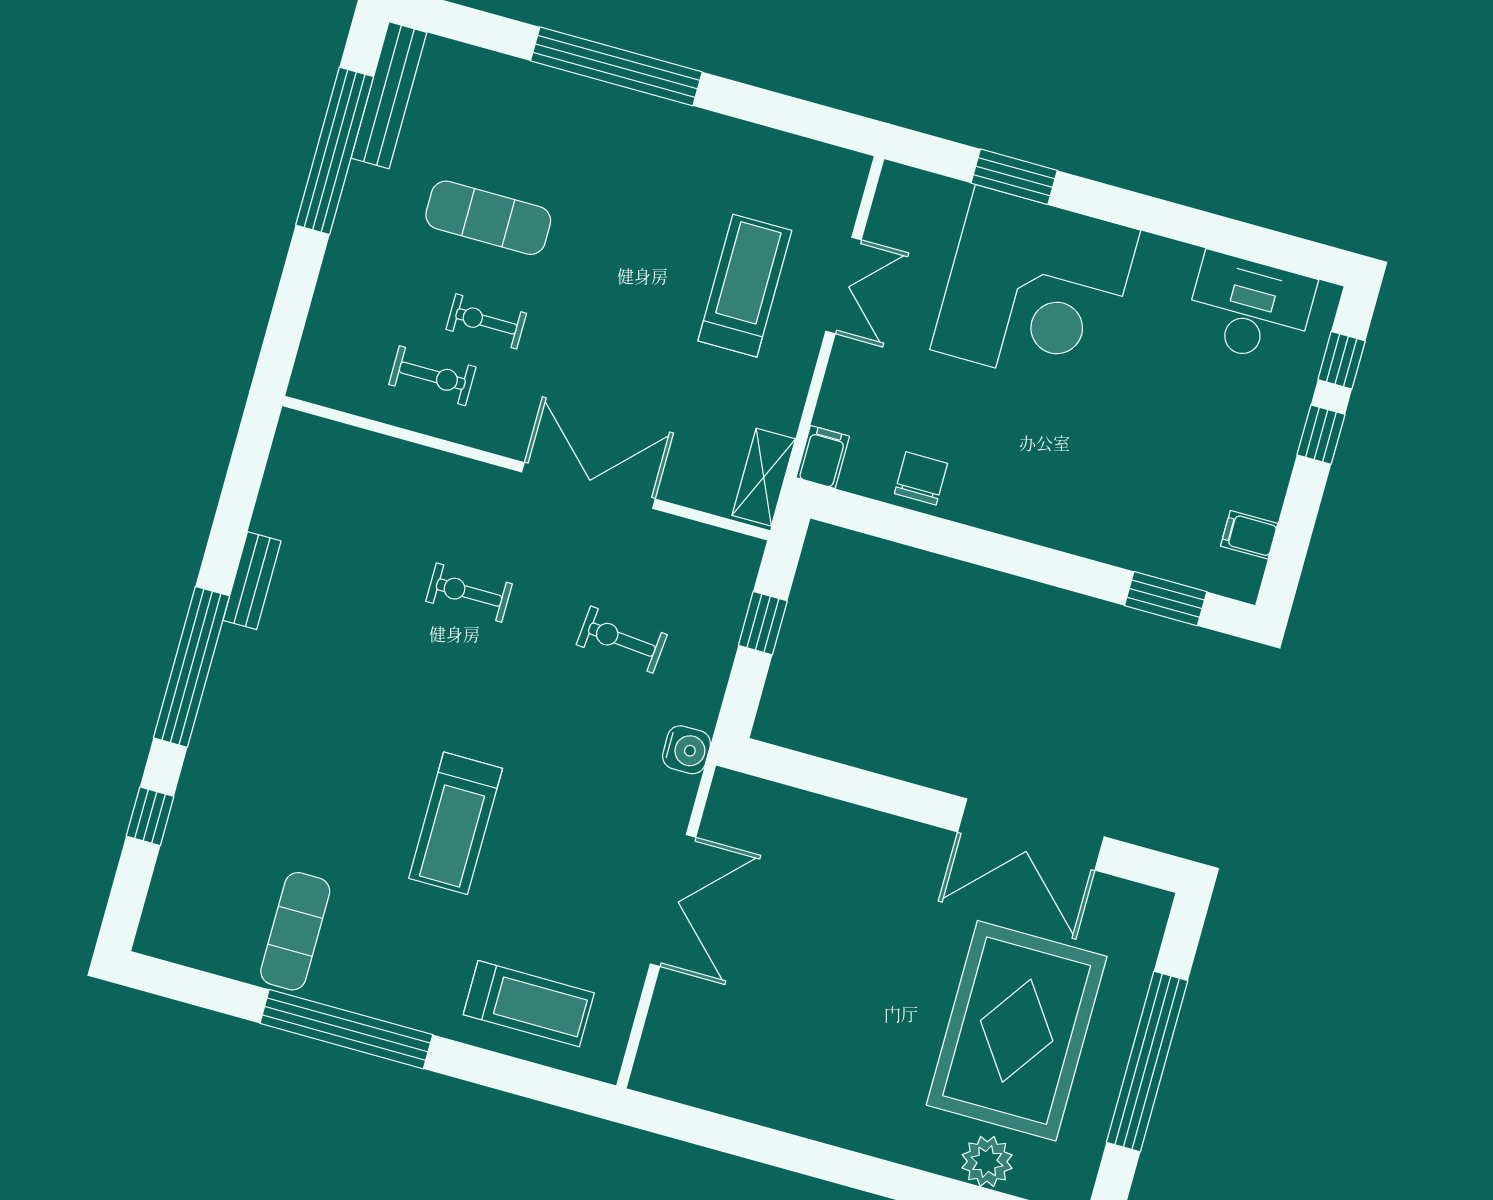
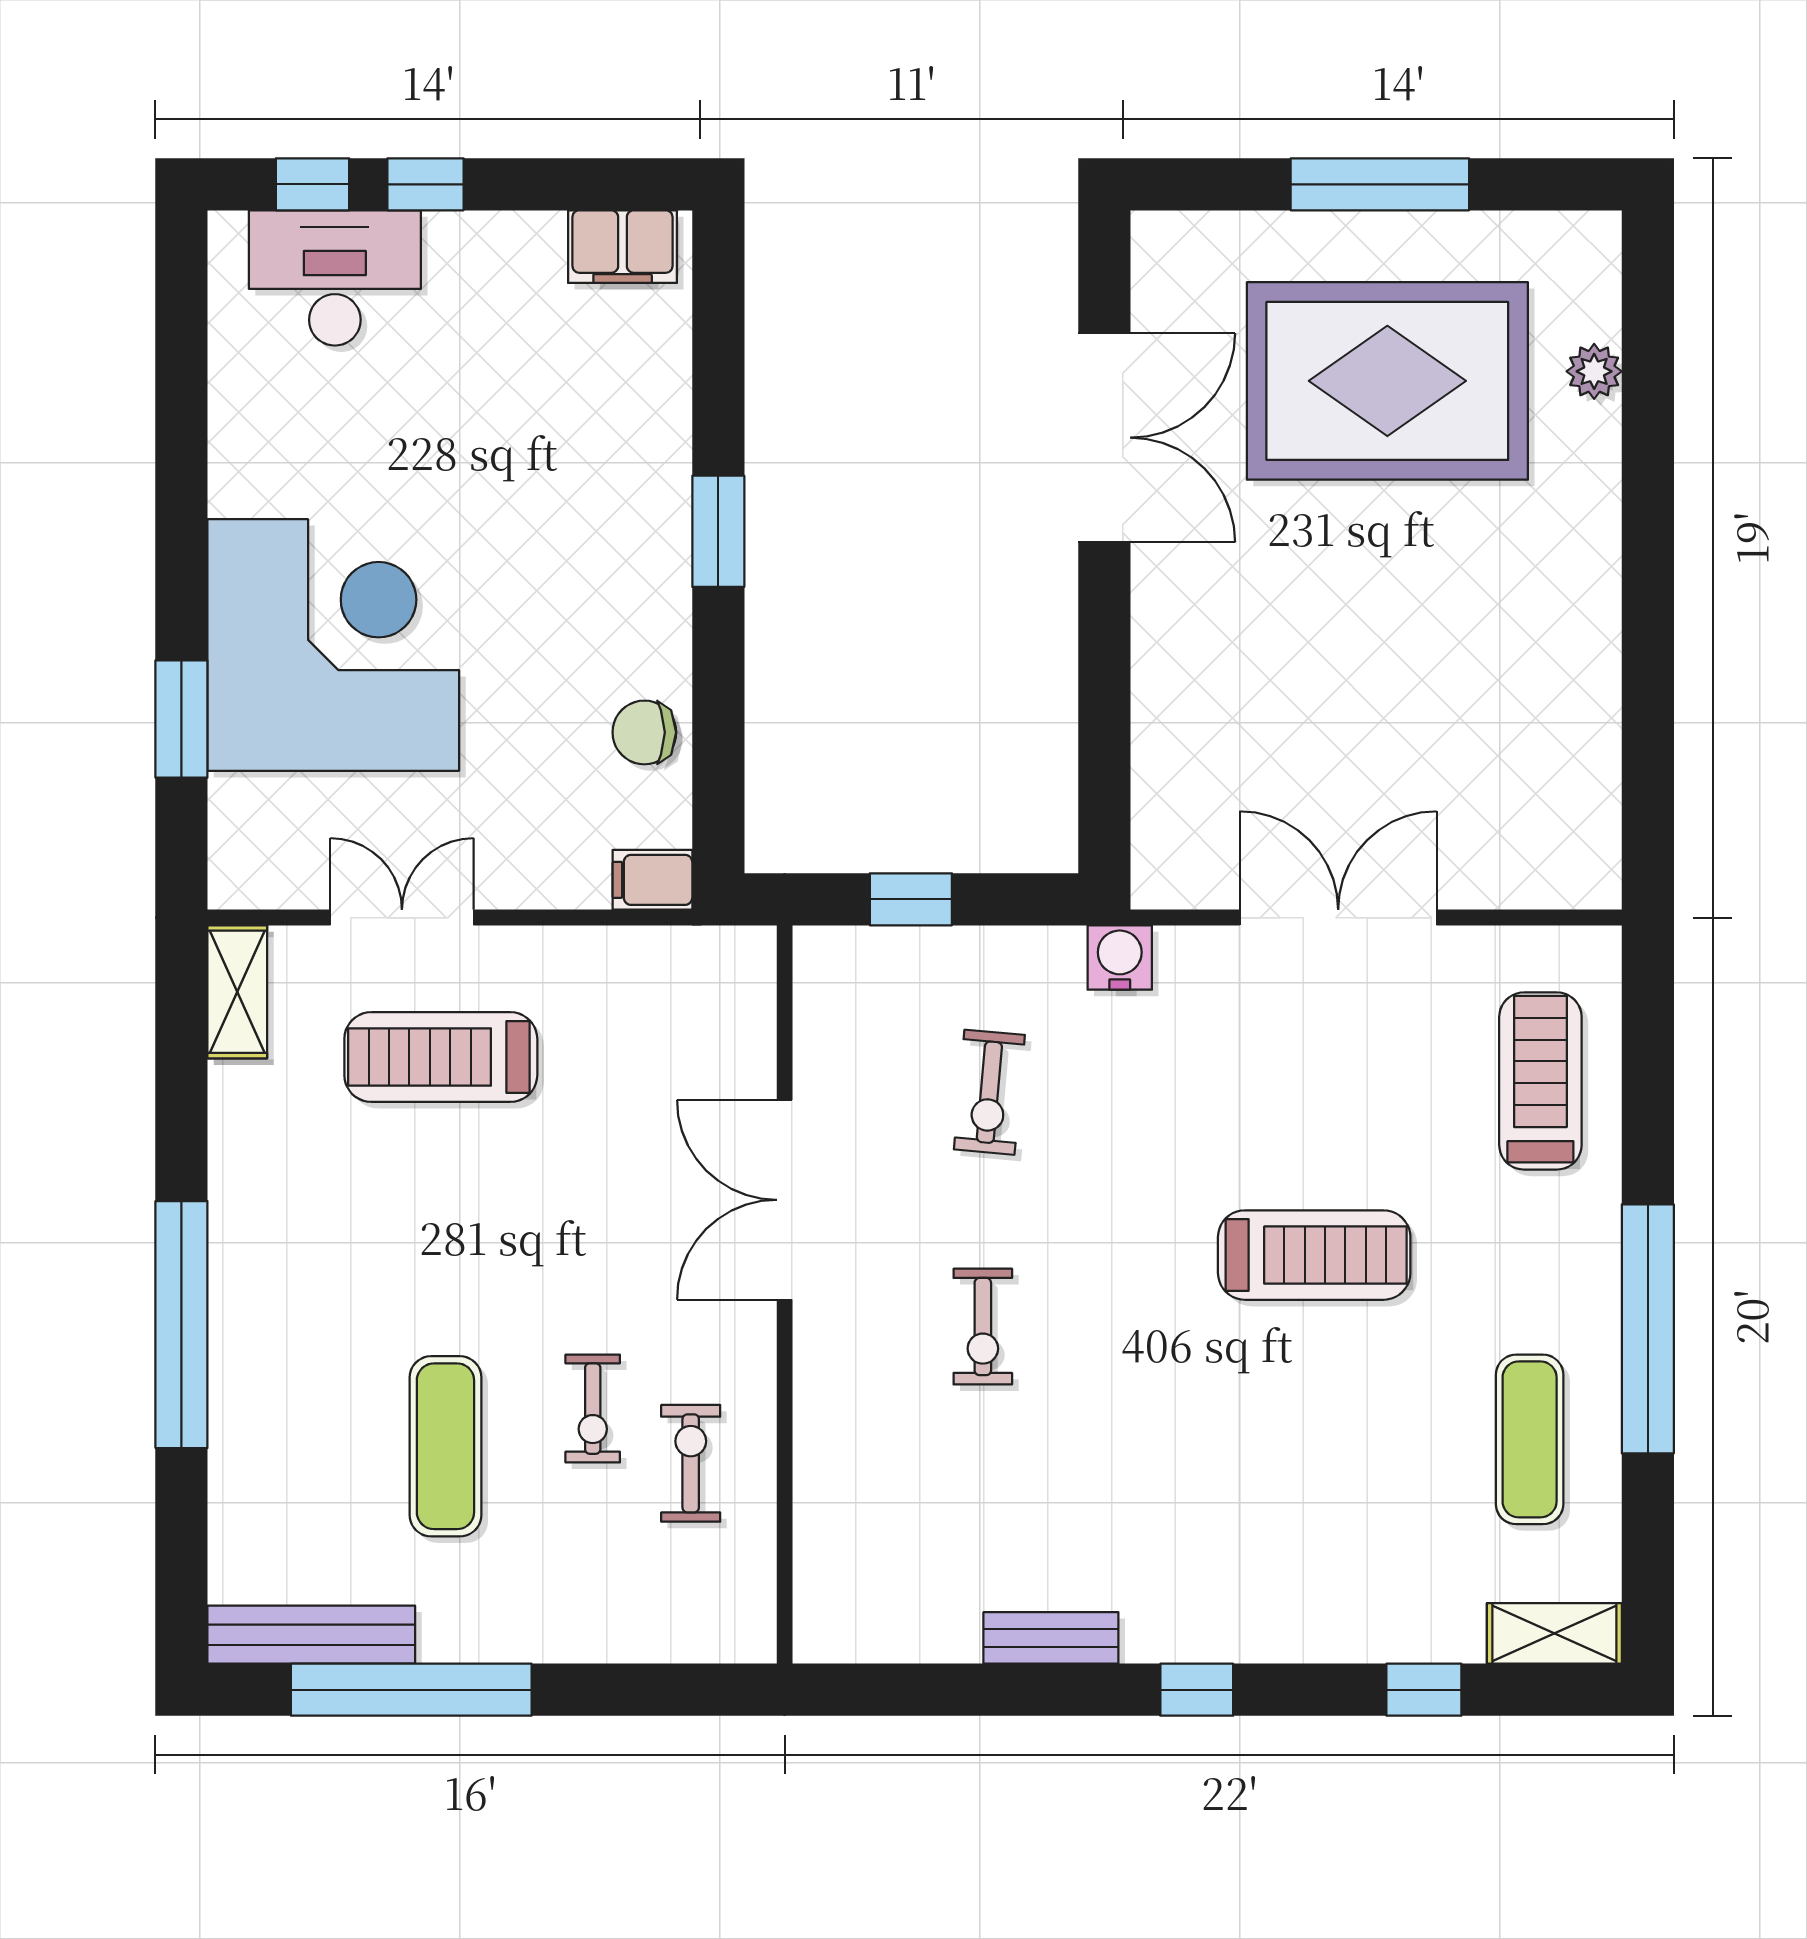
desk: (1250, 308) -> (335, 278), moved, turned 90
shelving: (764, 477) -> (237, 992), moved, turned 90
filing cabinet: (1249, 535) -> (623, 247), width x2.00
window: (1166, 599) -> (718, 531), moved
window: (191, 667) -> (1197, 1690), width x0.32
shelving: (163, 912) -> (1554, 1633), added
exercise mat: (295, 931) -> (1530, 1439), turned 90
window: (1147, 1062) -> (1380, 184), width x0.68
plant: (987, 1161) -> (1594, 371), width x0.73, depth x0.73

